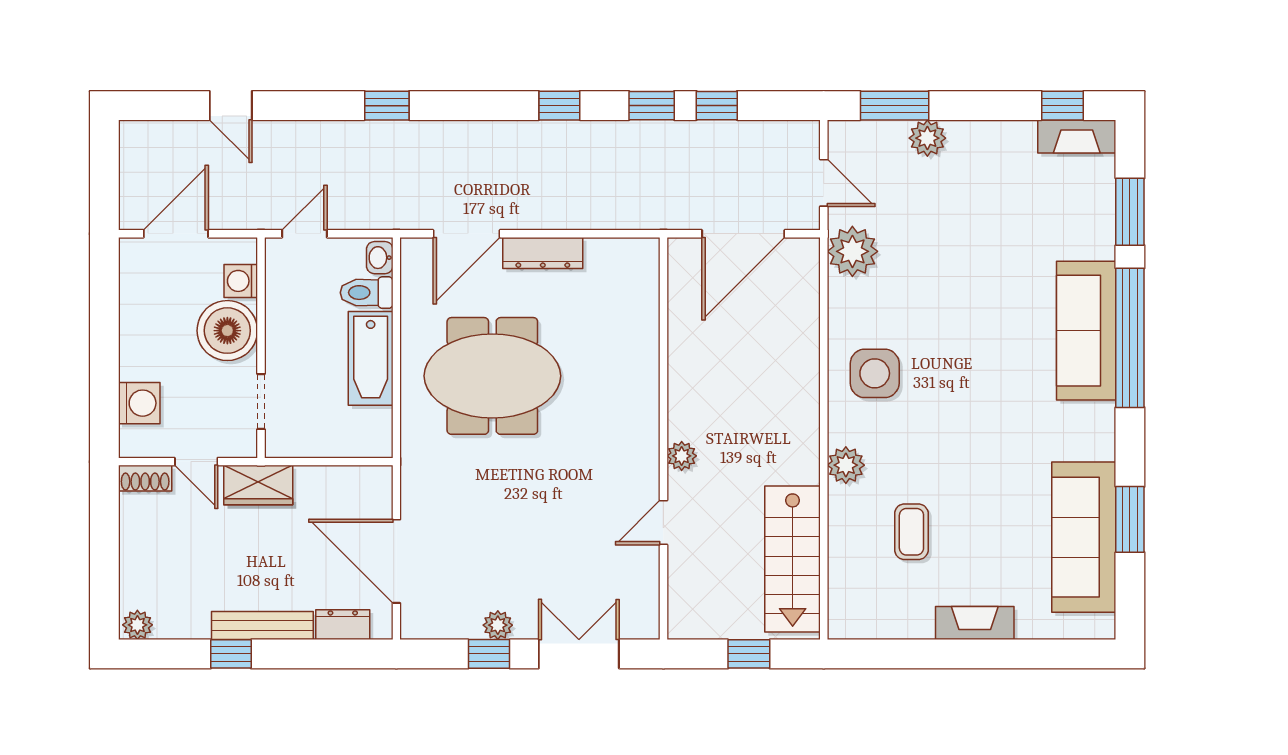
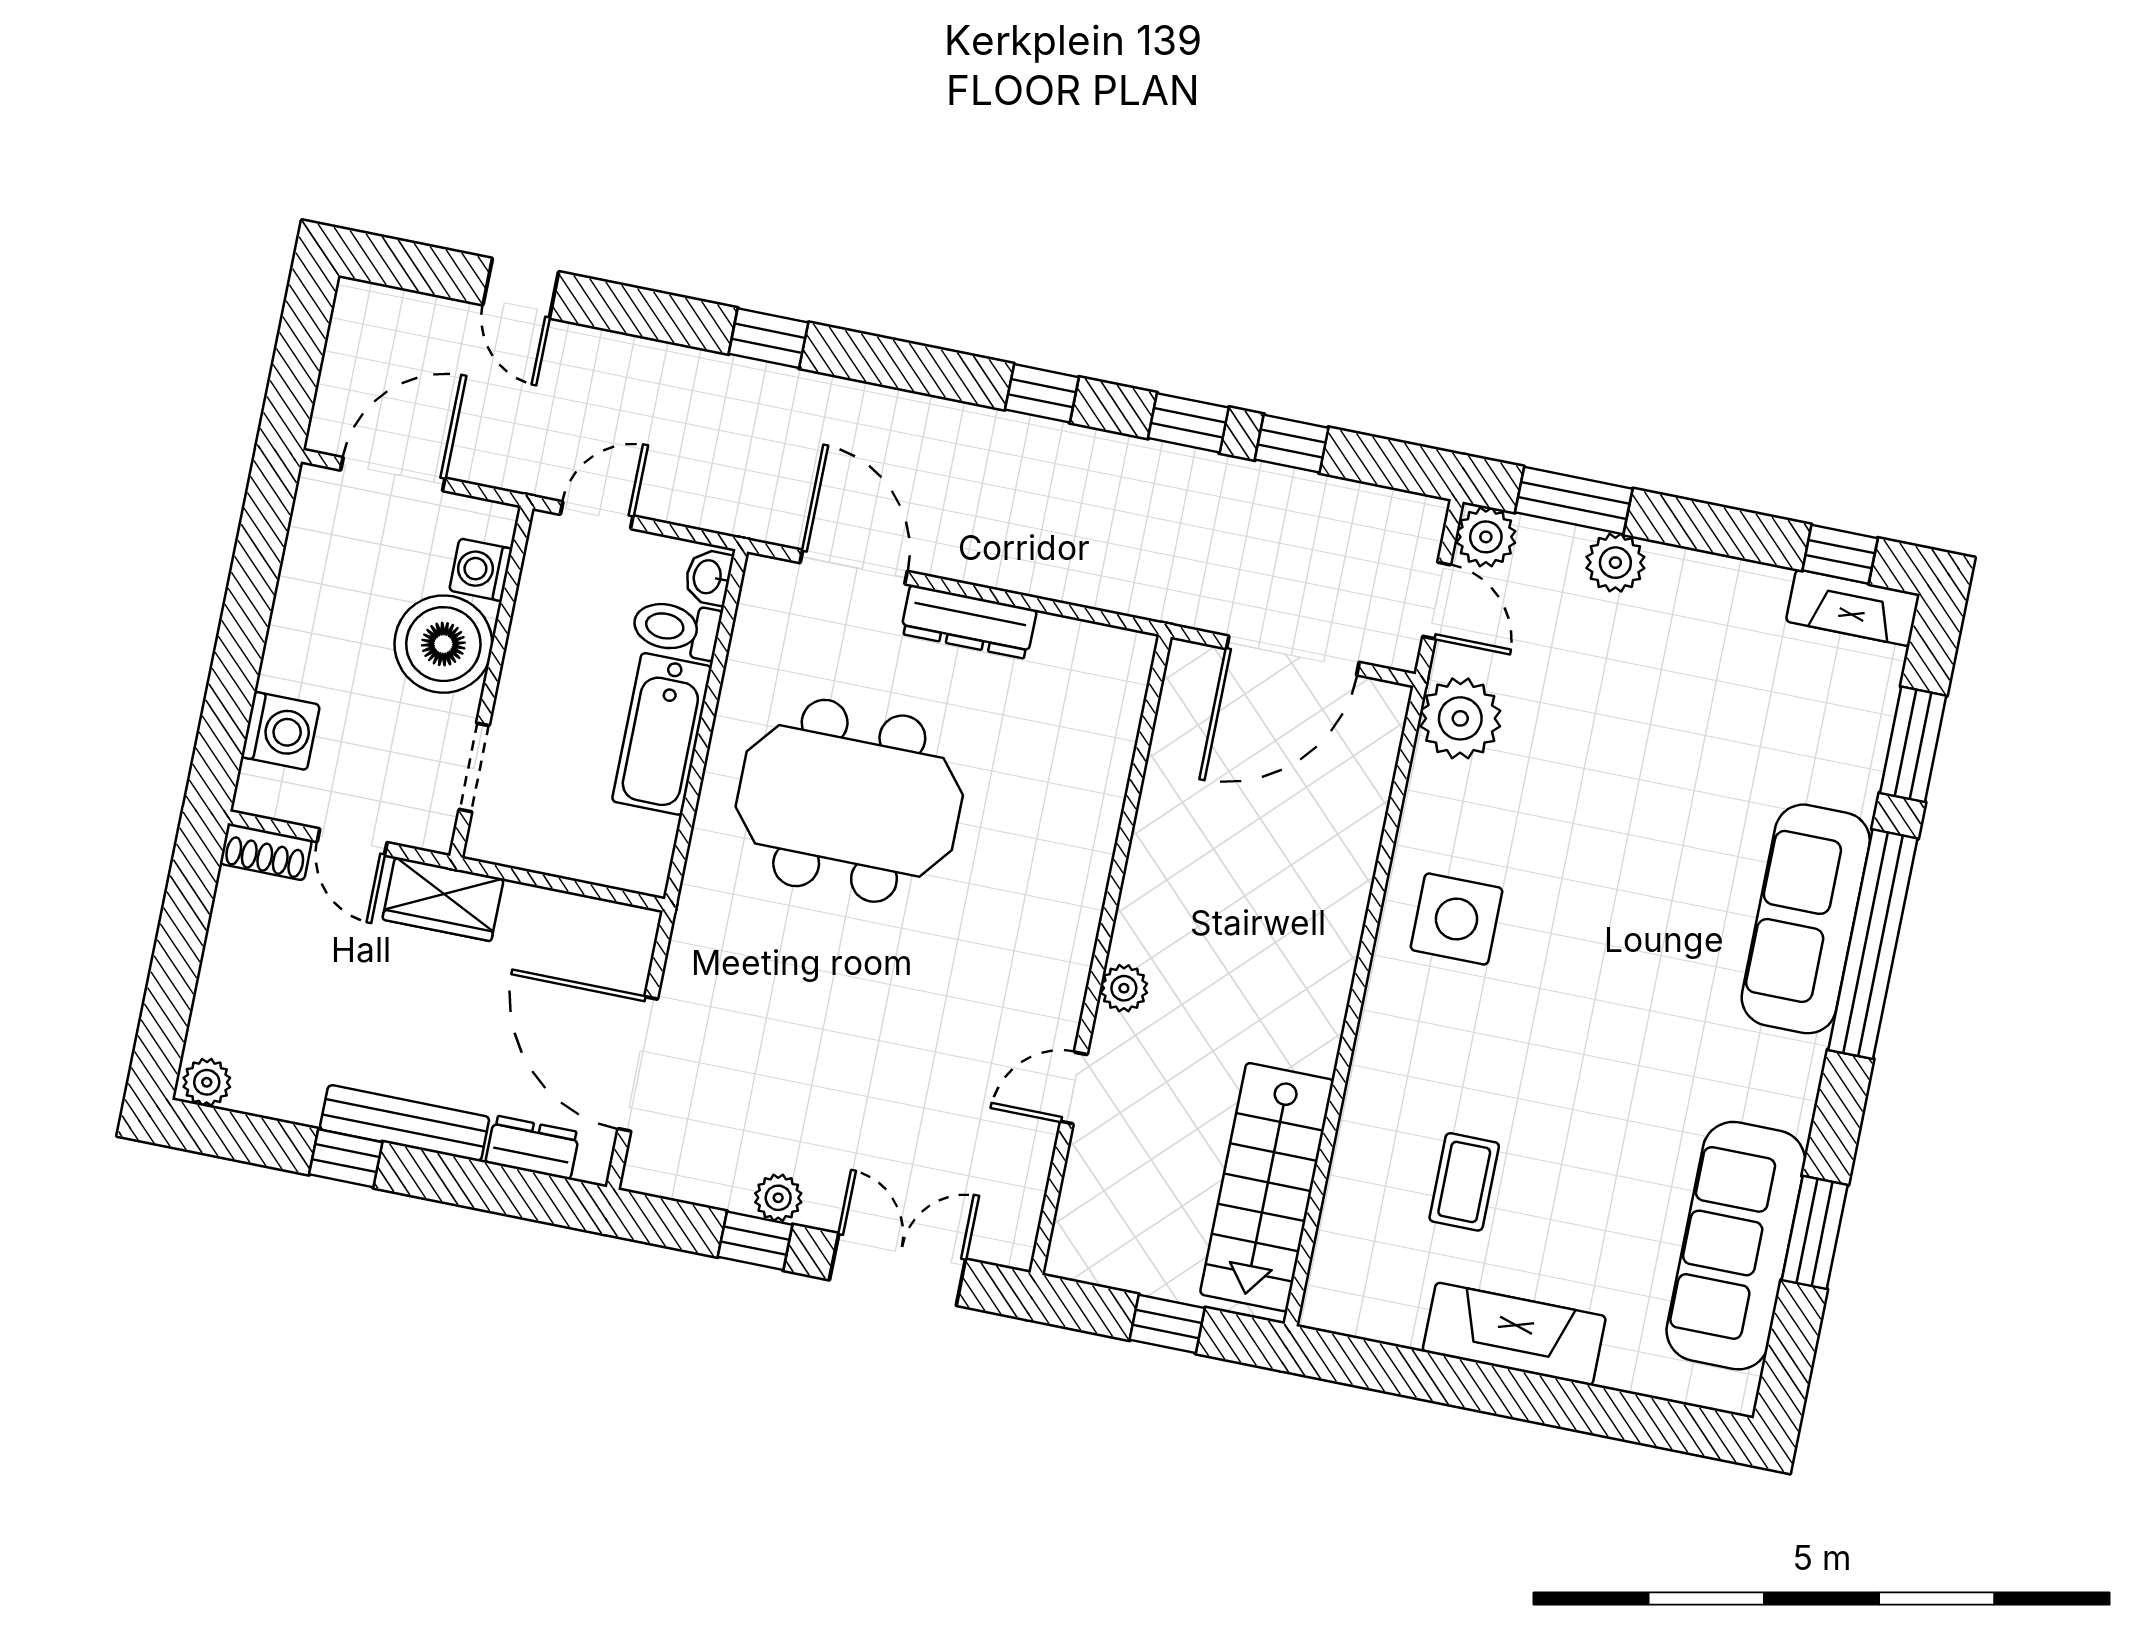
door: (466, 234) -> (854, 567), swing flipped
plant: (846, 465) -> (1486, 537), moved
fireplace: (975, 623) -> (1514, 1334), width x1.37, depth x1.32

